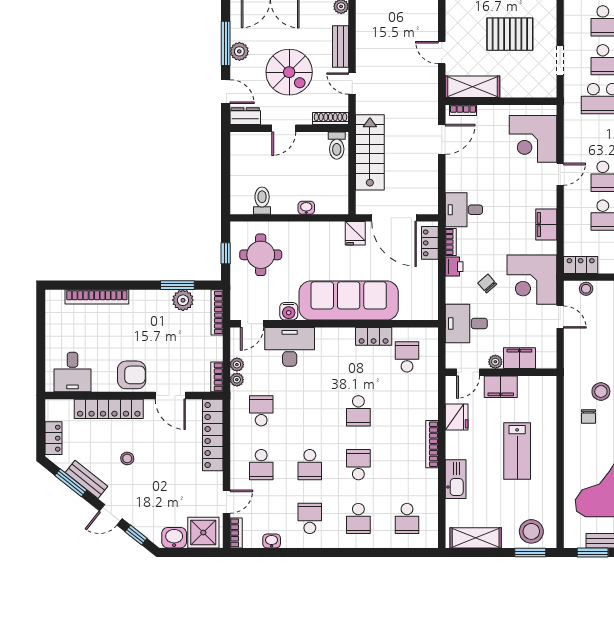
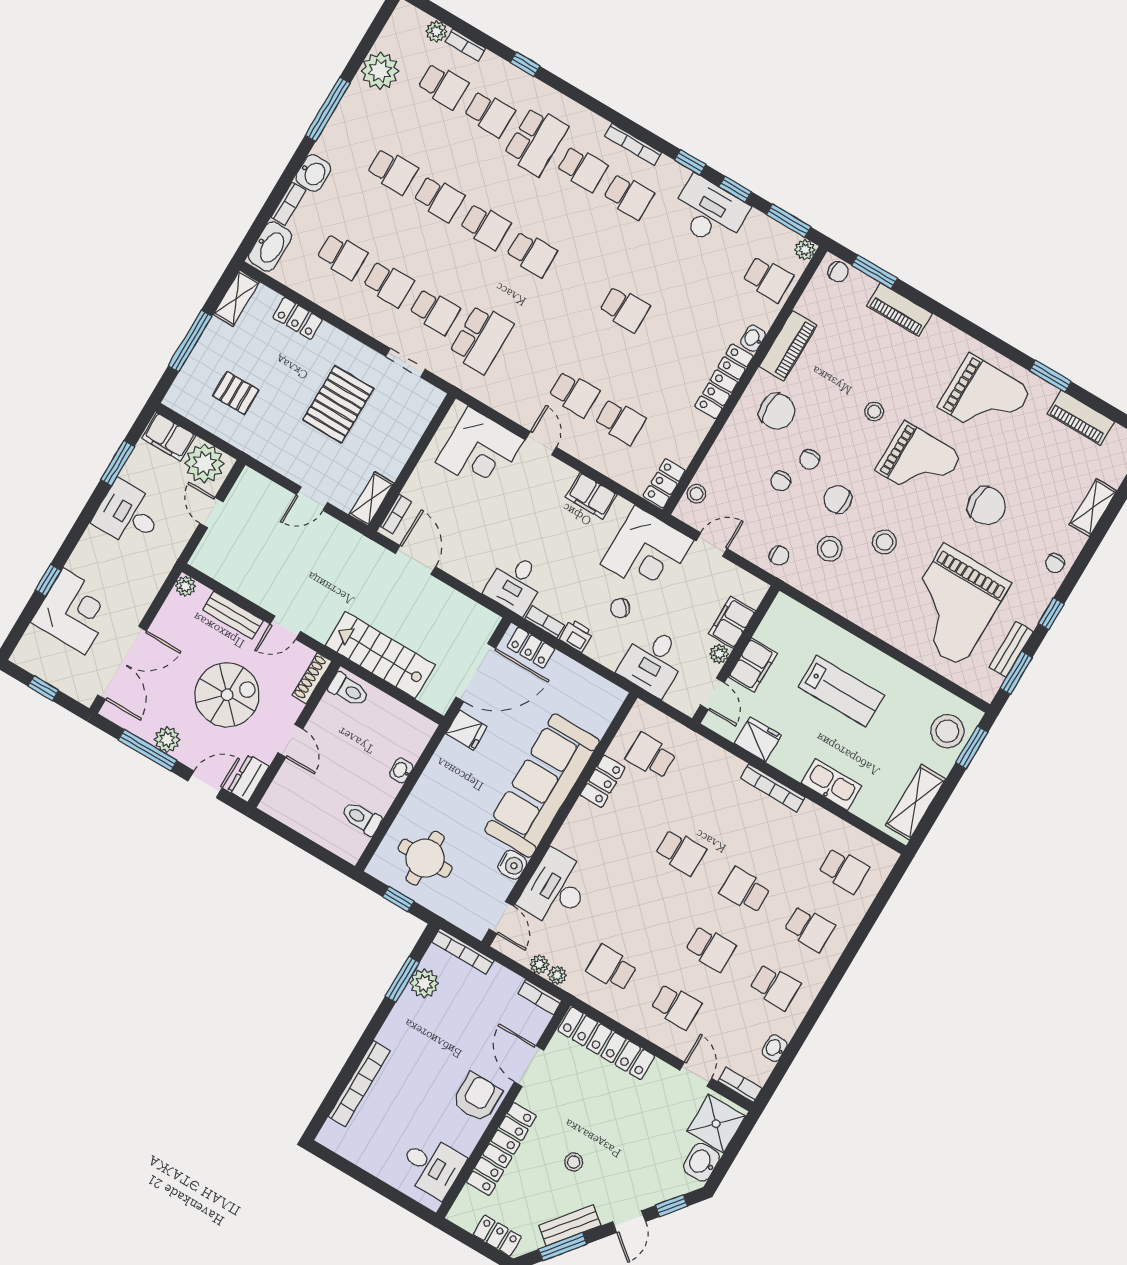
shelving: (472, 87) -> (372, 499), width x0.67, depth x0.75
door: (170, 396) -> (529, 1066), swing flipped
chair: (589, 416) -> (779, 556), moved
school desk: (310, 518) -> (775, 987), turned 180

